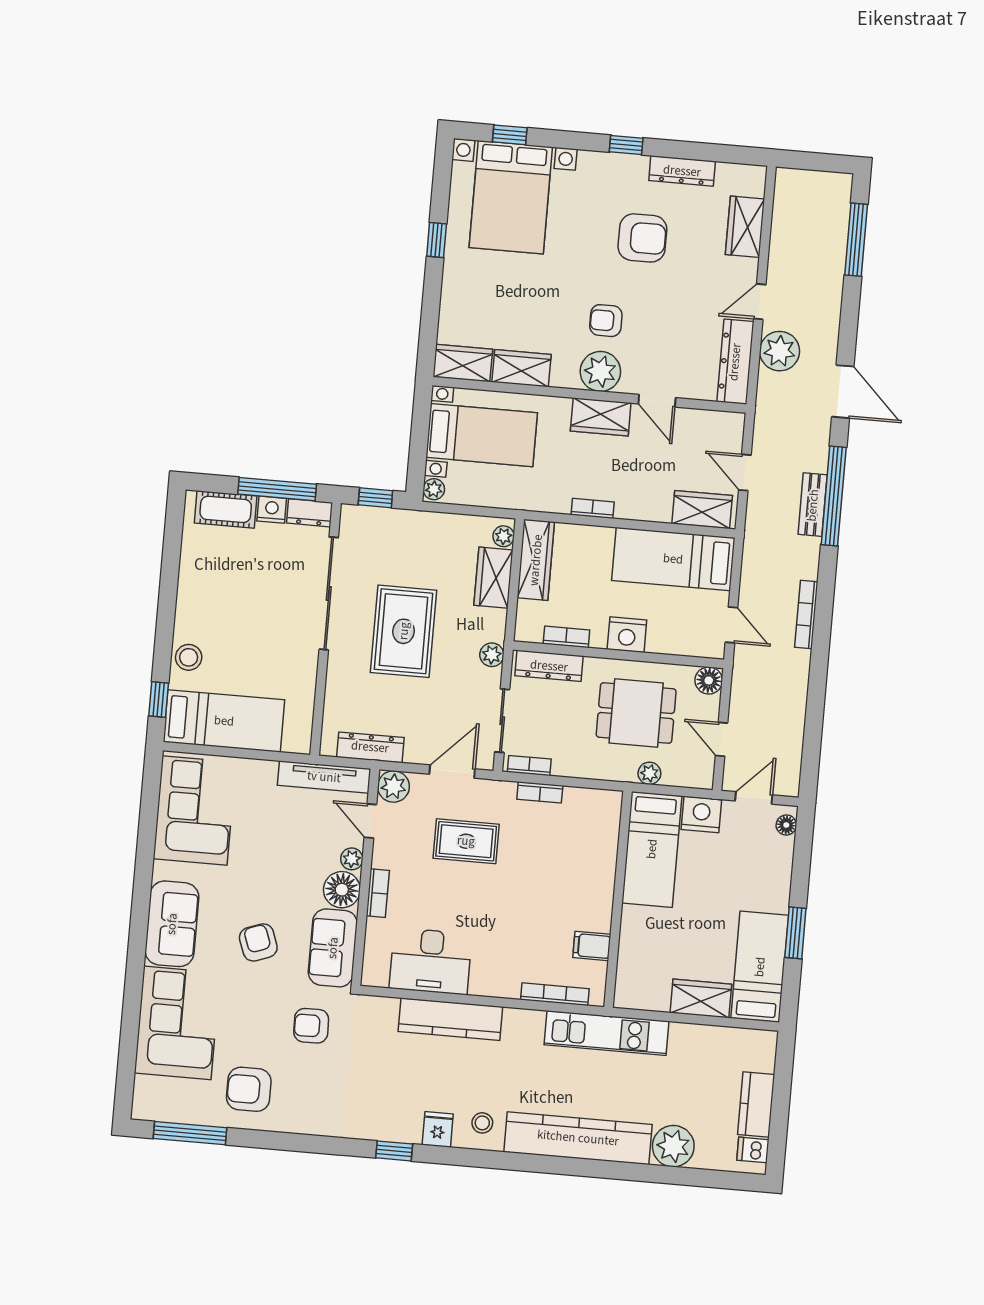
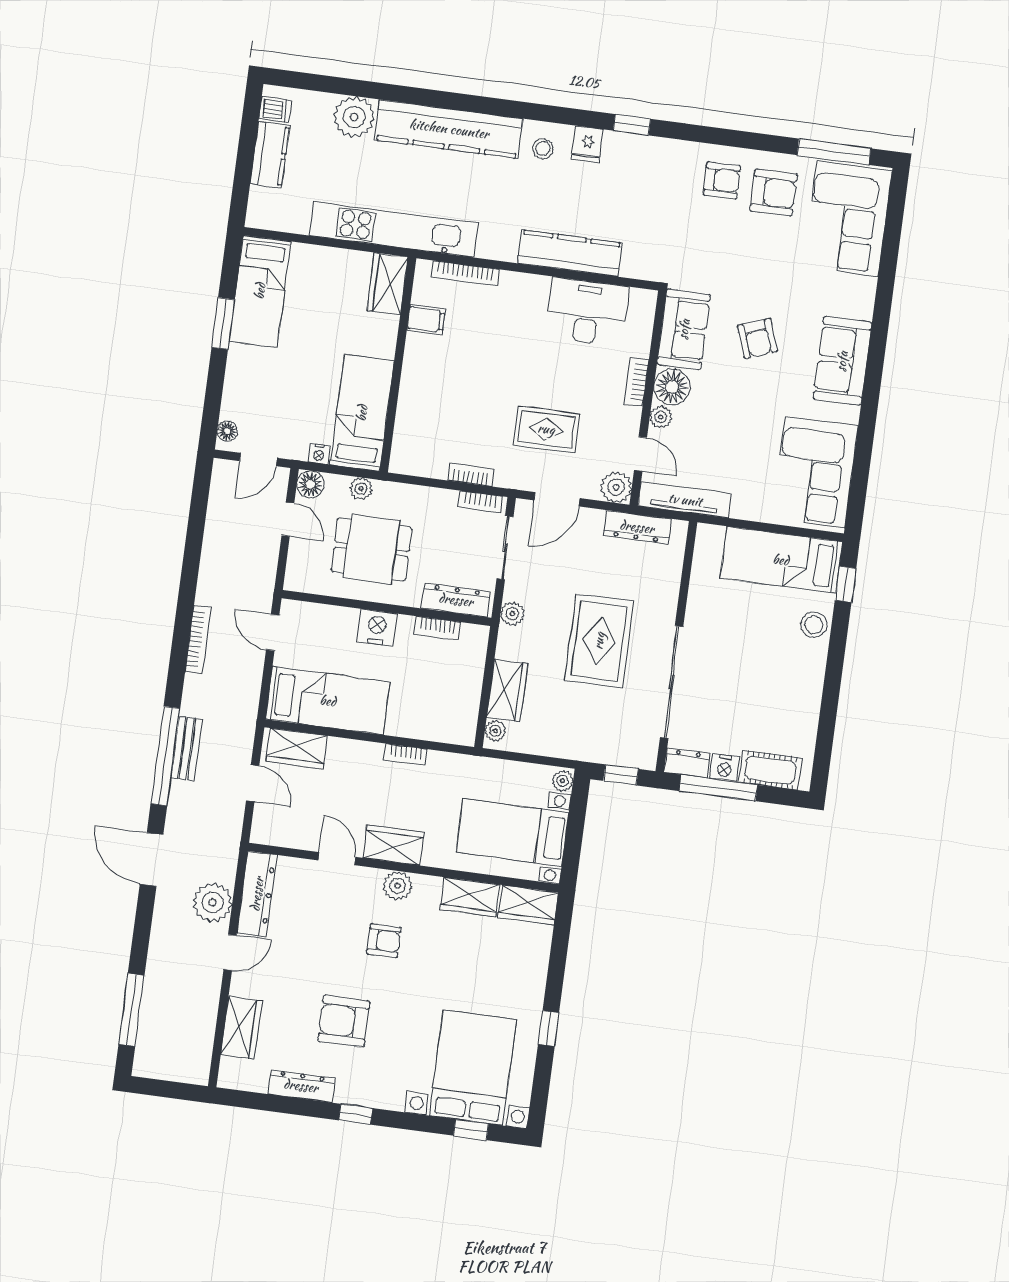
plant: (600, 371) -> (398, 886), width x0.73, depth x0.73
wardrobe: (536, 560) -> (464, 706), removed
floor lamp: (709, 680) -> (310, 484), moved
nightstand: (701, 814) -> (319, 454), width x0.53, depth x0.56
wardrobe: (701, 999) -> (387, 284), moved, turned 90
corner sofa: (177, 1023) -> (847, 219), moved
armchair: (311, 1026) -> (722, 180), moved
kitchen unit: (606, 1033) -> (394, 229), width x1.36

